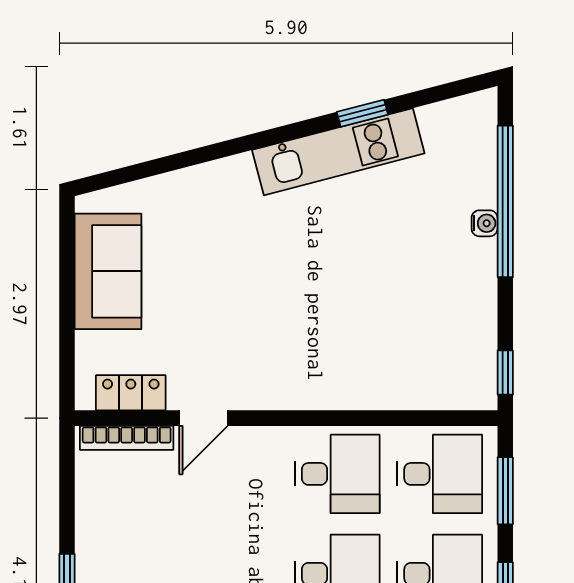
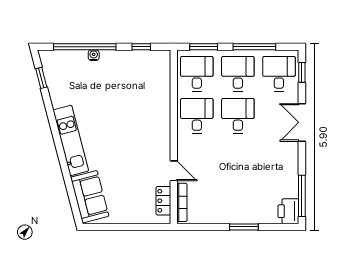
window: (362, 113) -> (41, 78), moved
kitchen unit: (338, 152) -> (71, 140), moved
sofa: (108, 271) -> (90, 197), moved, turned 75
window: (505, 372) -> (141, 47), moved

